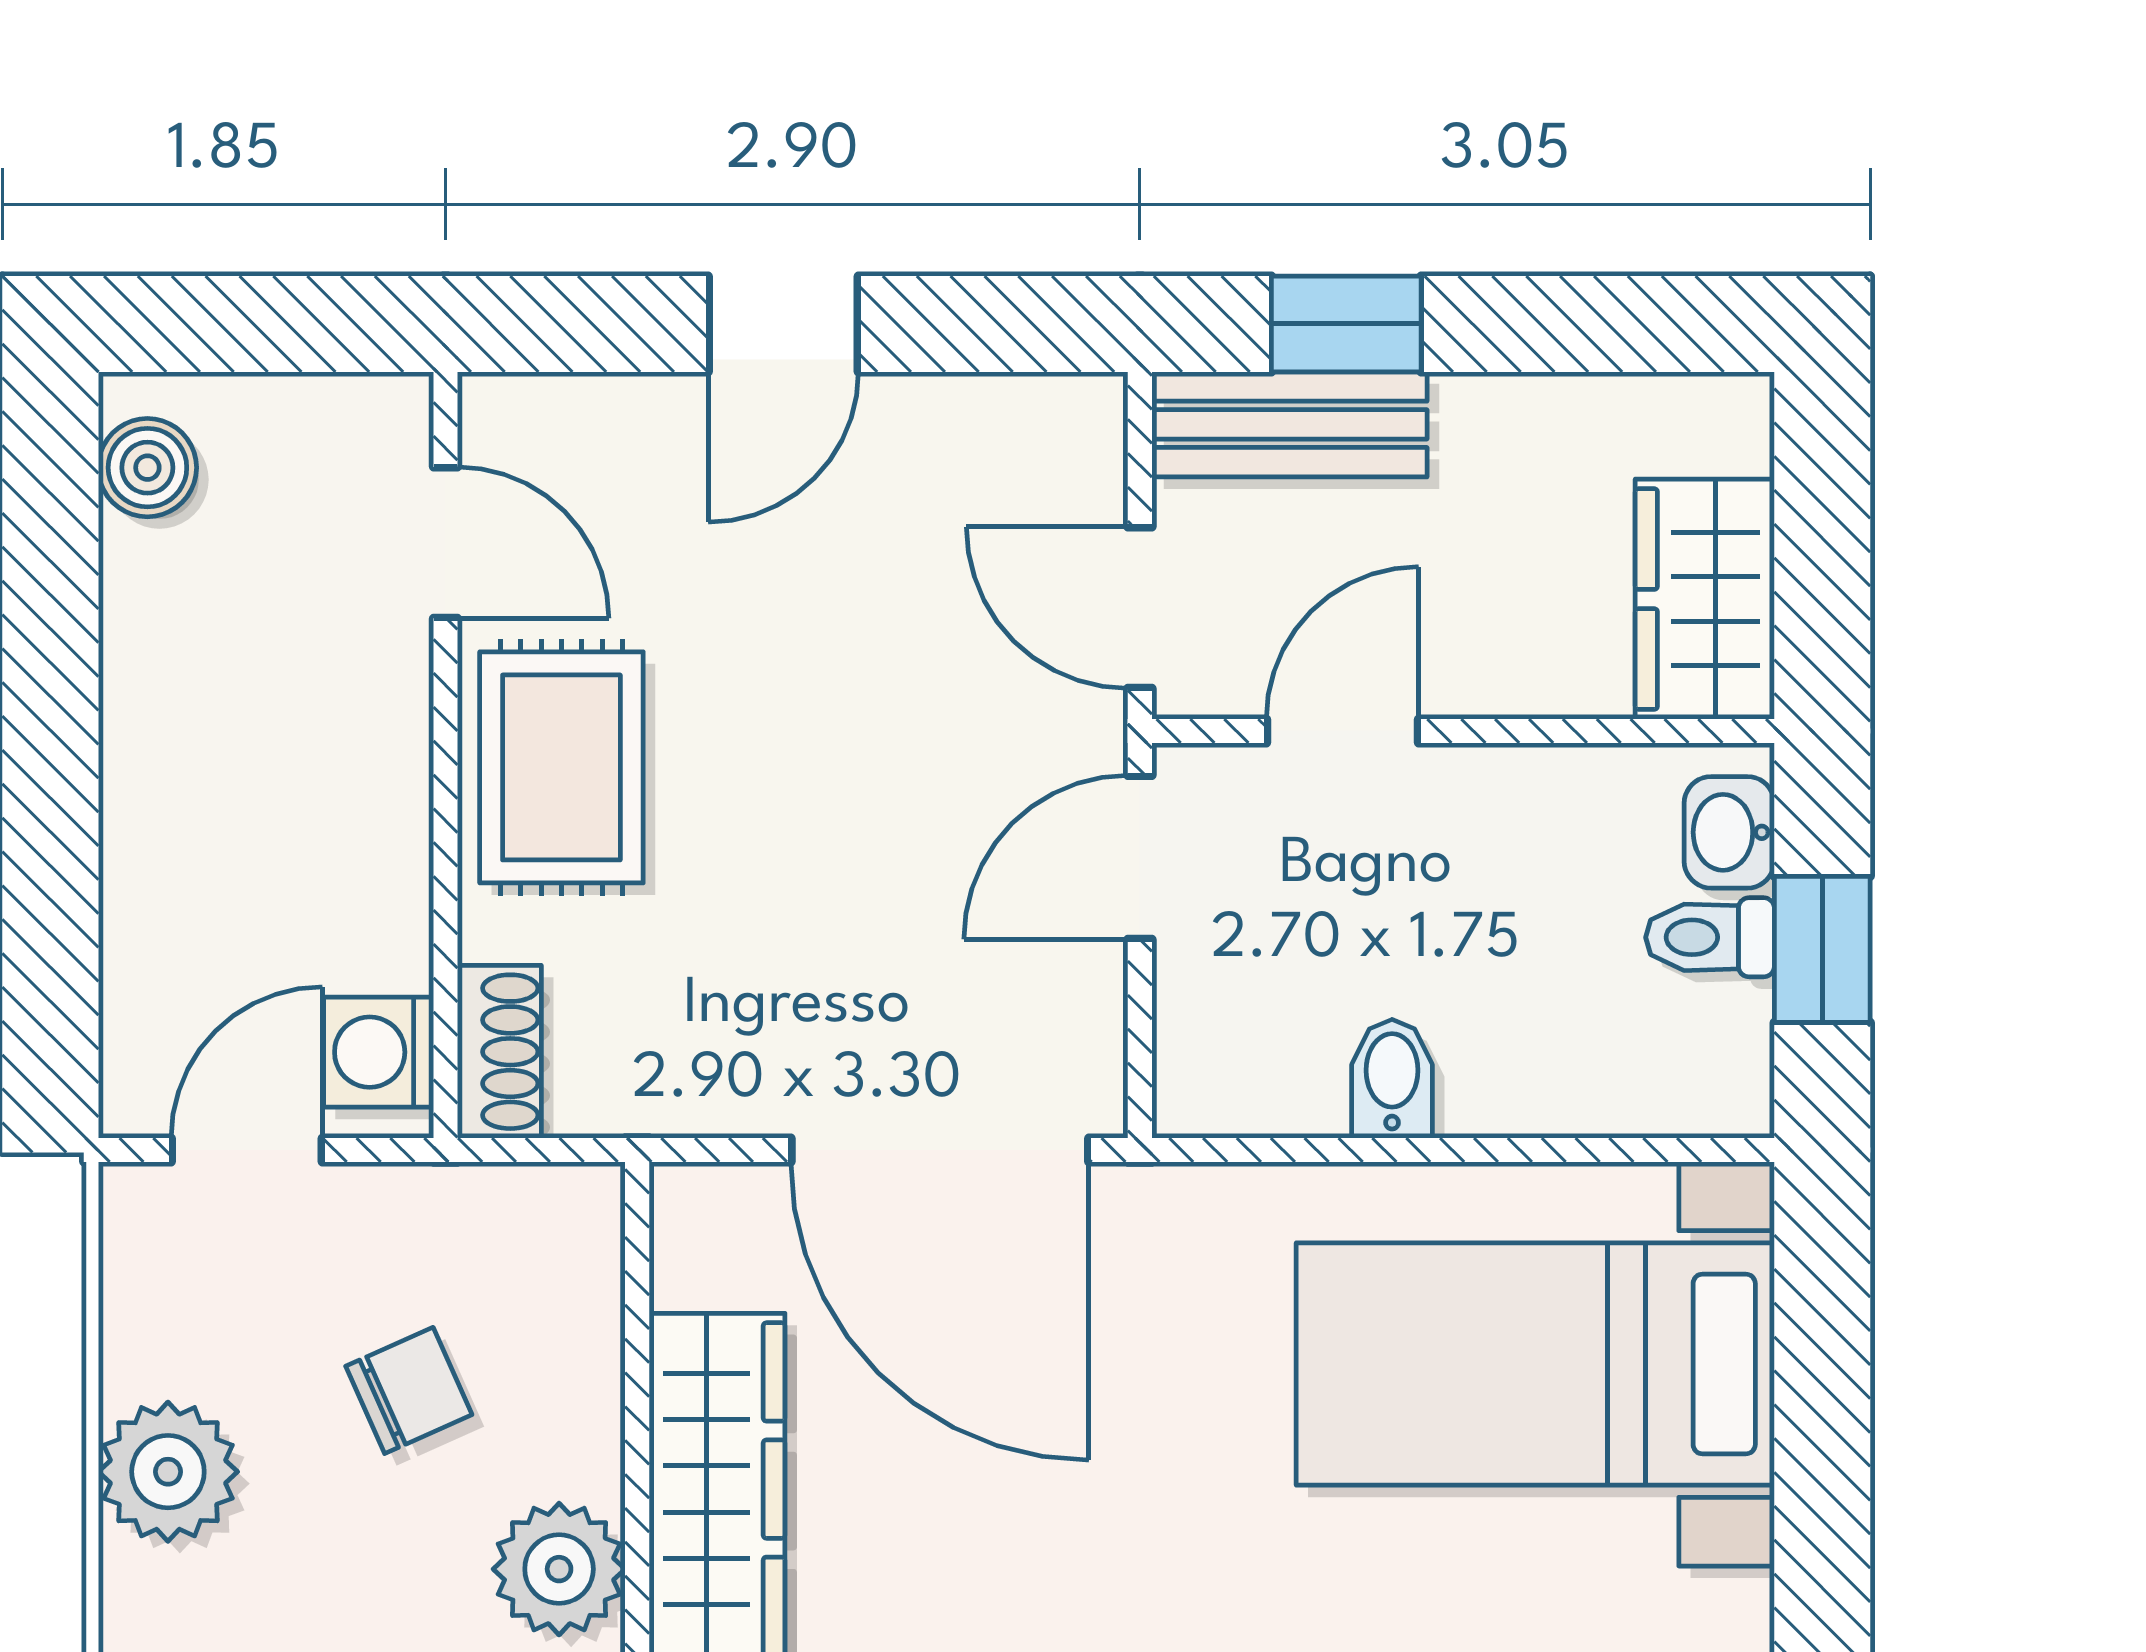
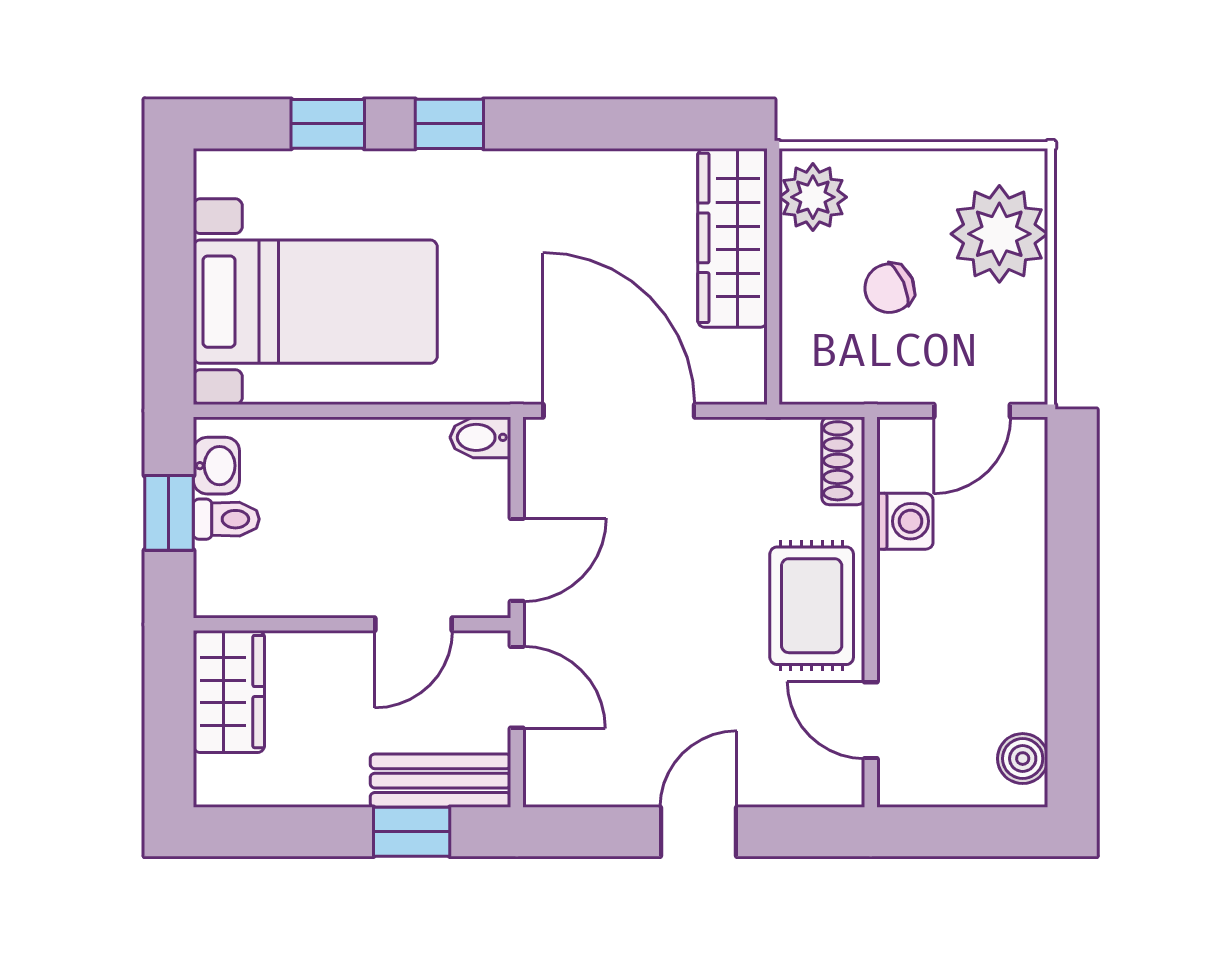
washbasin: (1729, 832) -> (216, 466), moved
washing machine: (379, 1052) -> (905, 521), moved
bidet: (1392, 1079) -> (480, 437), moved, turned 90
plant: (168, 1472) -> (999, 234), width x1.36, depth x1.36

